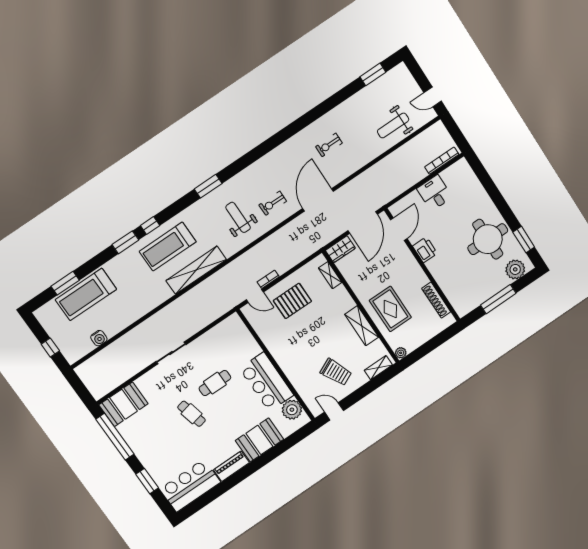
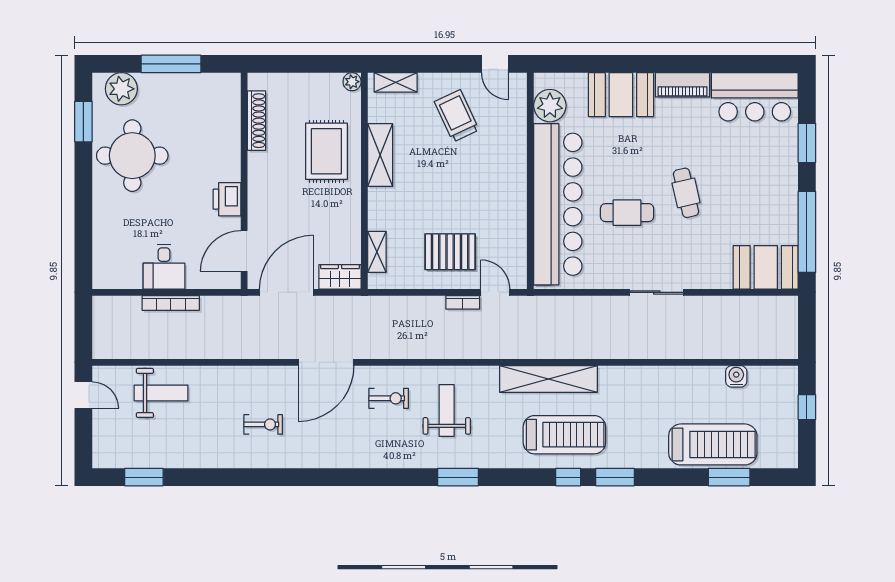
bookcase: (442, 161) -> (171, 303), moved
weight bench: (238, 217) -> (447, 410), turned 180
bar counter: (267, 382) -> (558, 204), width x1.86

